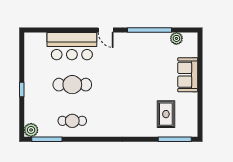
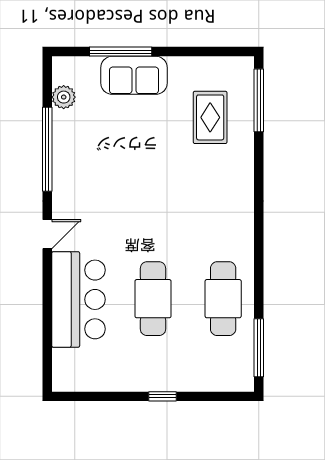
window: (200, 68) -> (121, 52), added
rug: (166, 114) -> (210, 117), turned 90
cafe table: (72, 121) -> (223, 299), width x1.37, depth x1.35
plant: (31, 130) -> (241, 378), removed

